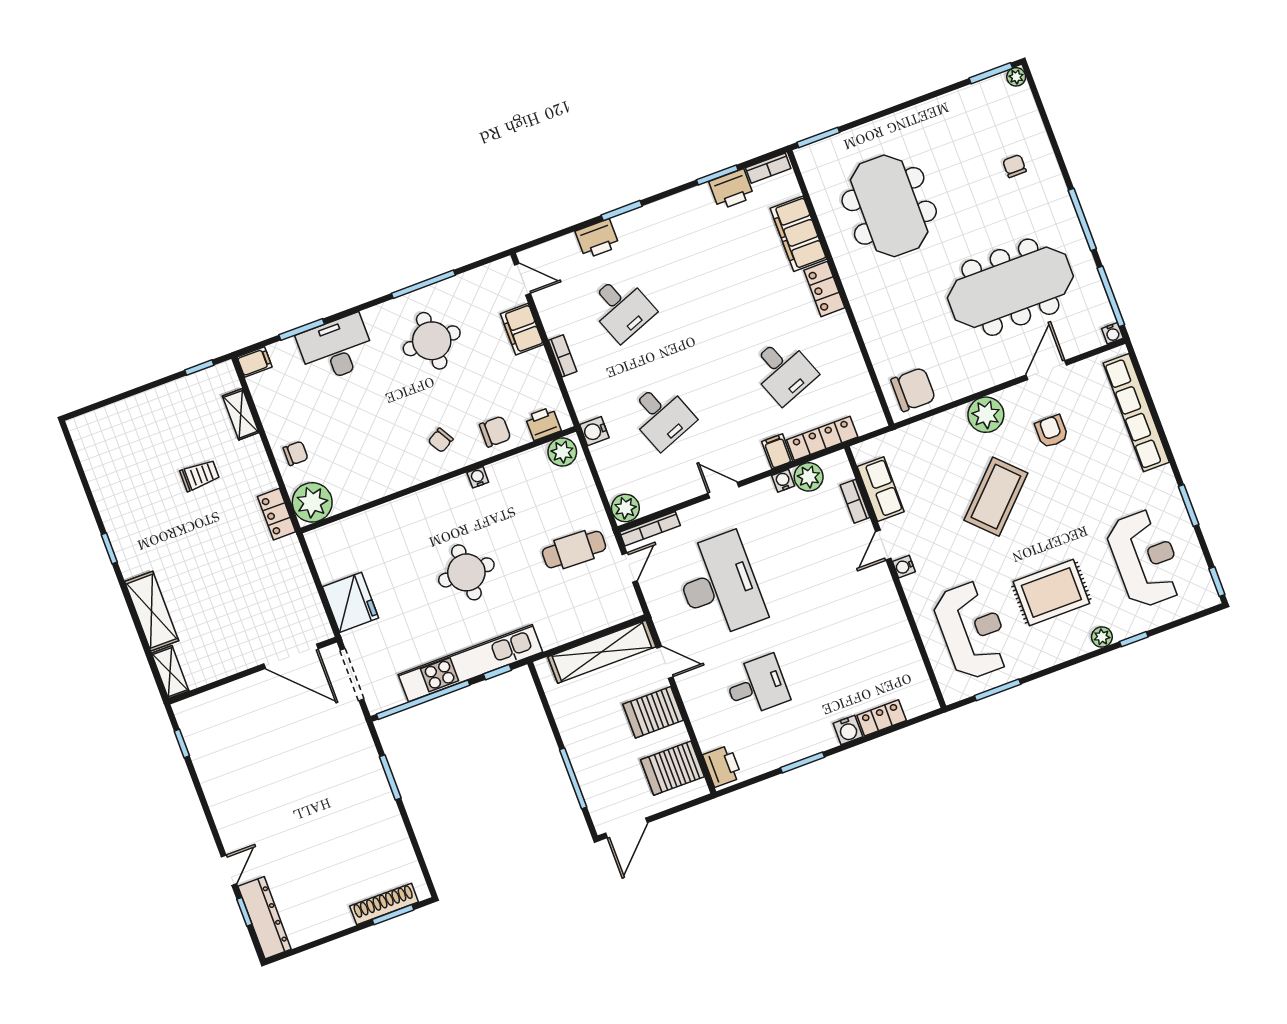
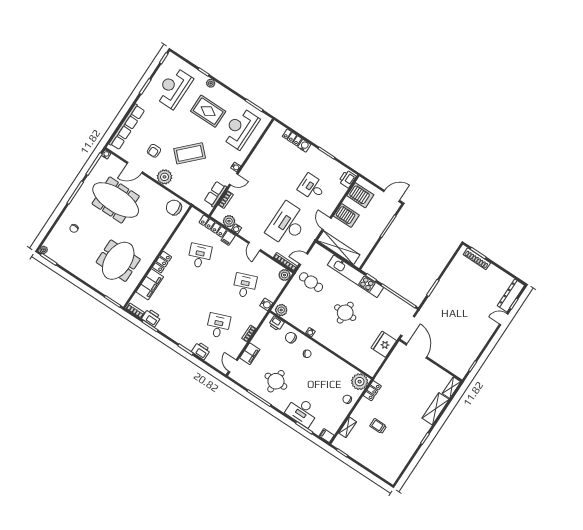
kitchen unit: (470, 663) -> (355, 276), moved

